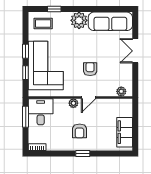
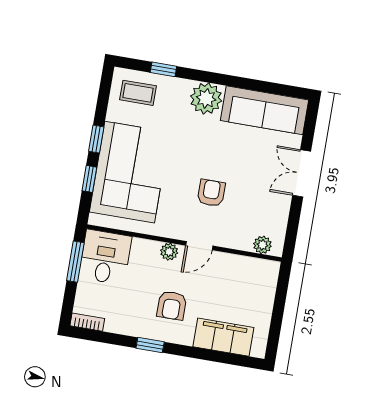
filing cabinet: (125, 132) -> (223, 337), moved, turned 90
window: (83, 153) -> (150, 345), moved

